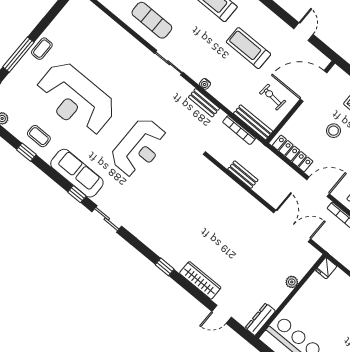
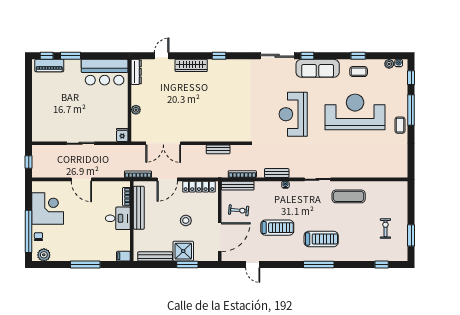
sliding door: (107, 219) -> (277, 56), width x1.37

